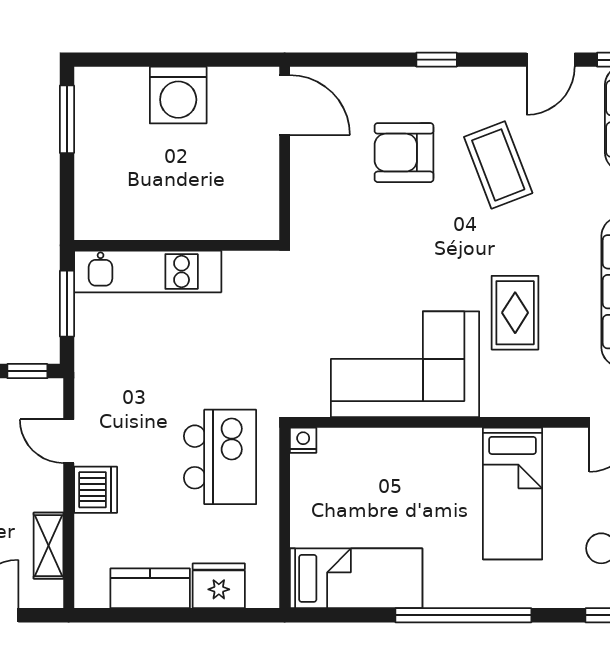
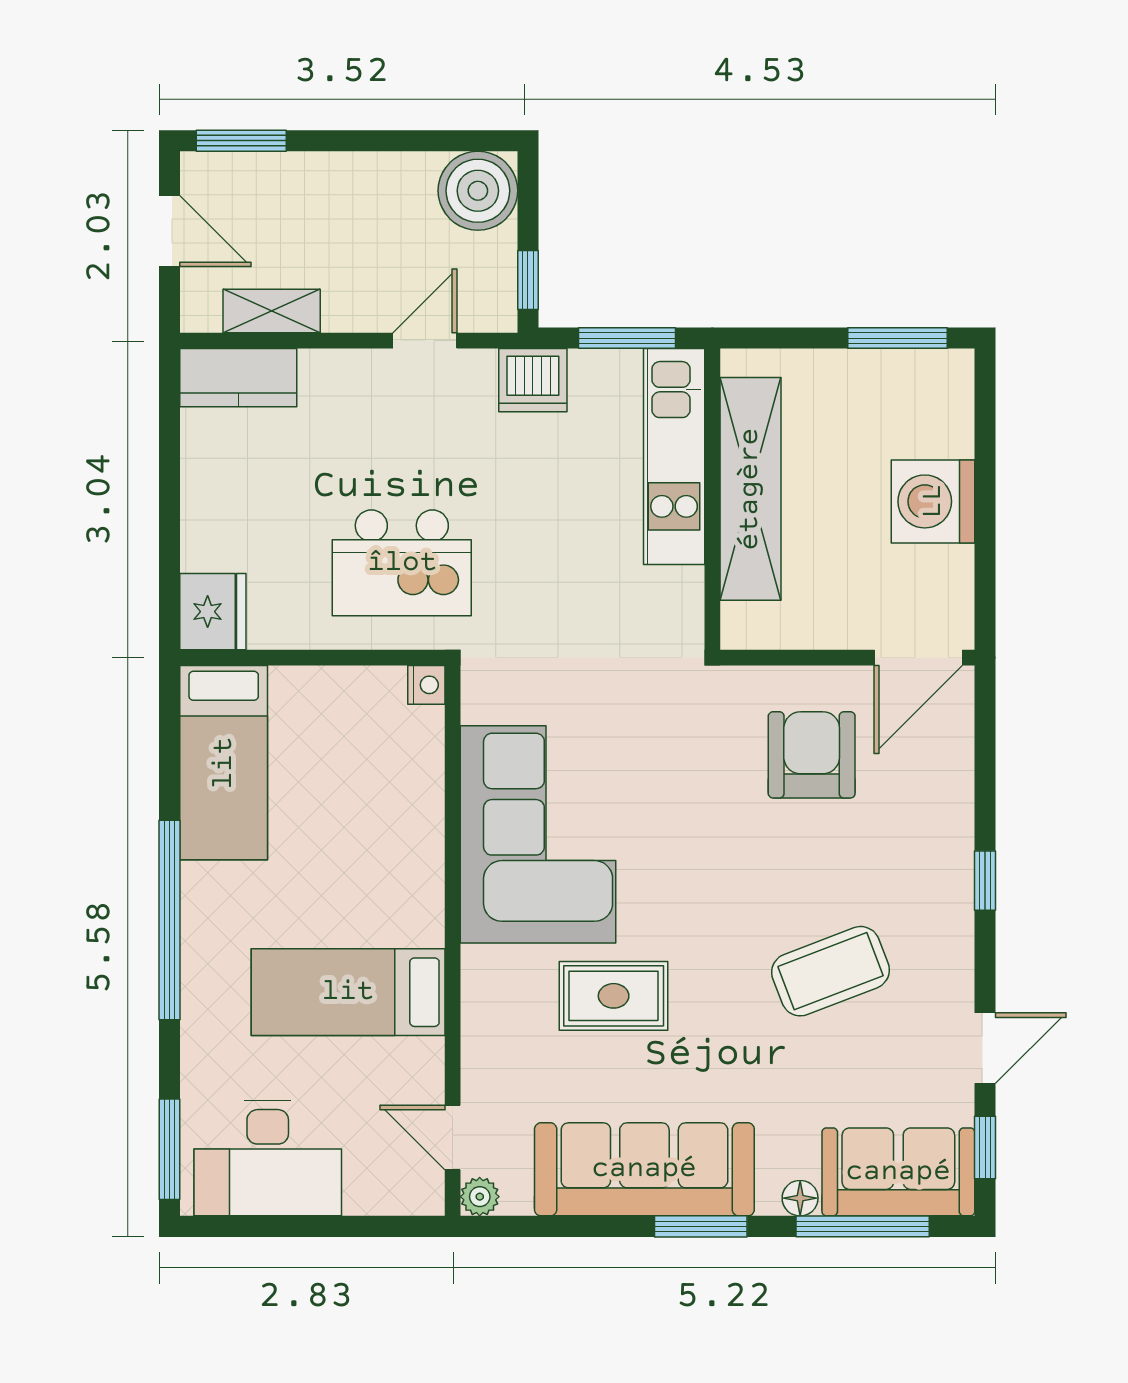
door: (551, 60) -> (985, 1048), swing flipped
armchair: (404, 153) -> (812, 755), moved
shelving: (170, 219) -> (750, 489), added
dishwasher: (96, 490) -> (533, 380), moved
fridge: (219, 586) -> (213, 612), moved
kitchen counter: (150, 588) -> (238, 378), moved, turned 90

